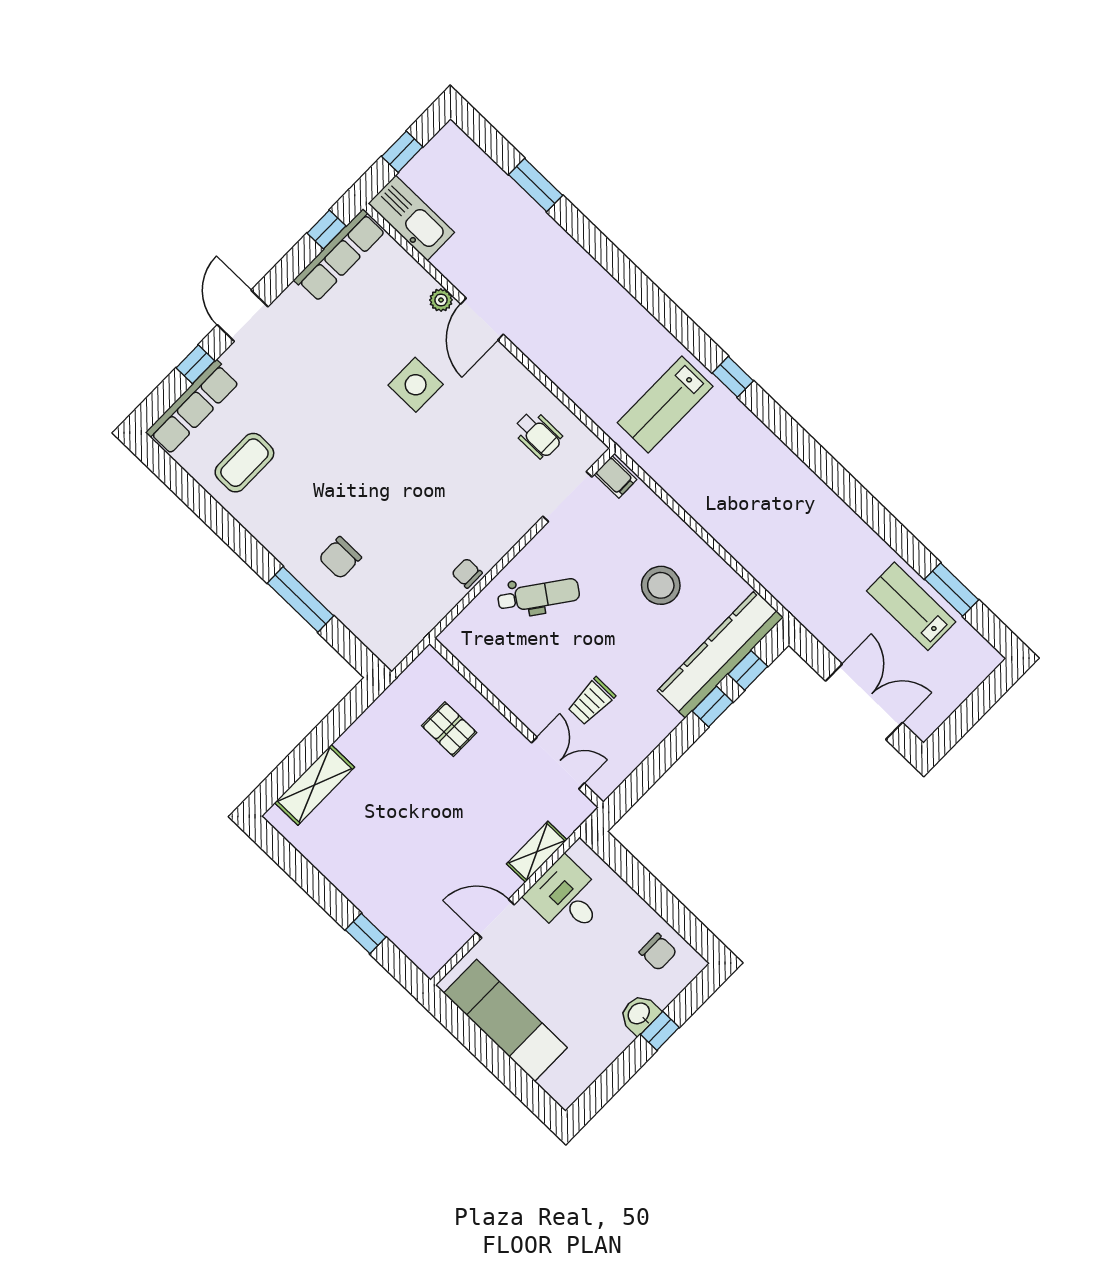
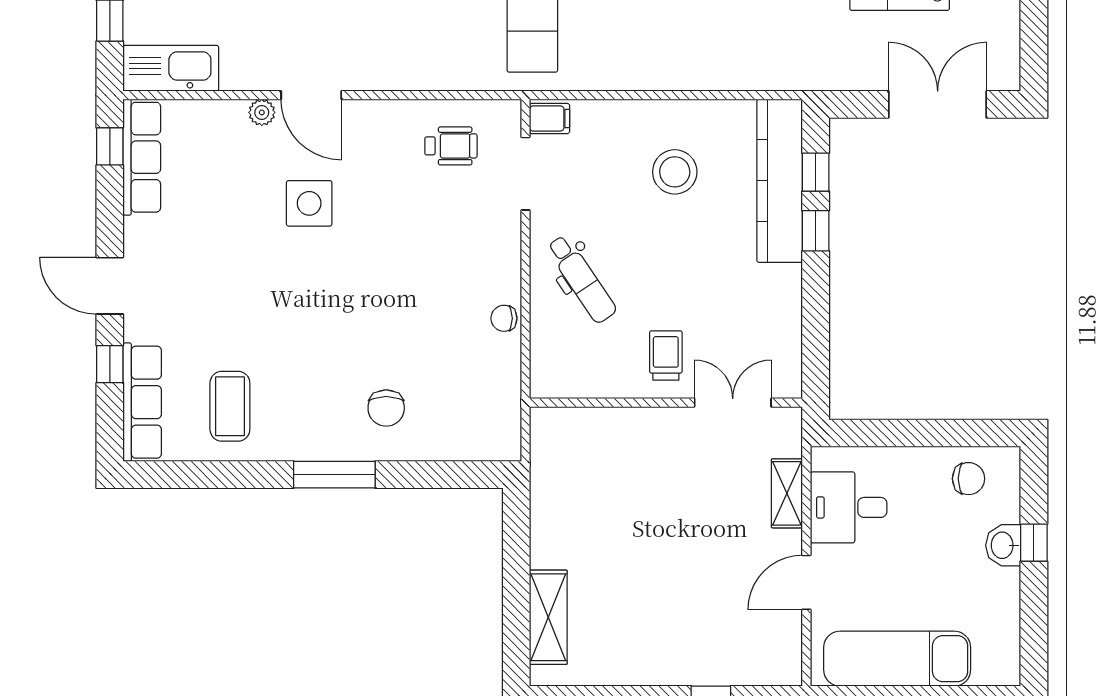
dental chair: (539, 596) -> (581, 279), turned 110
window: (300, 599) -> (334, 475), moved
trolley: (591, 701) -> (666, 355), moved, turned 180
pallet: (449, 729) -> (615, 462), removed

